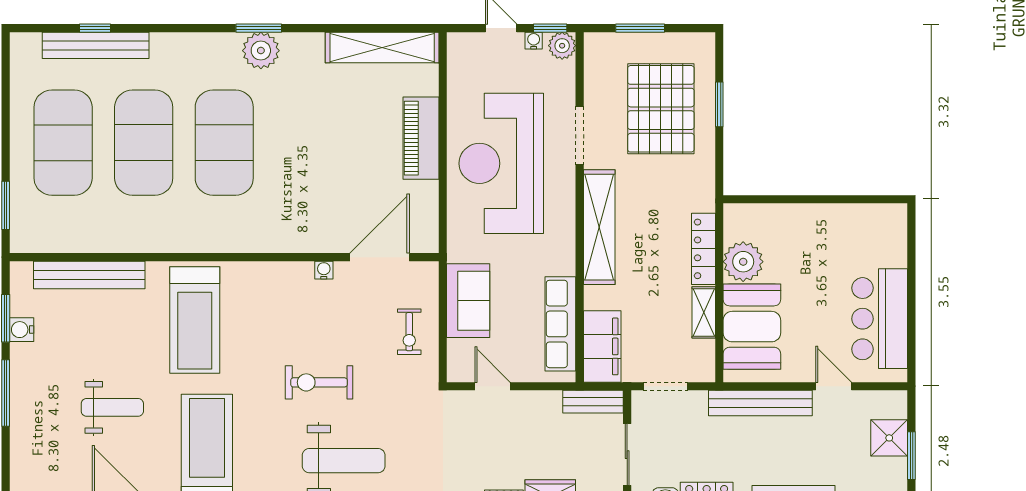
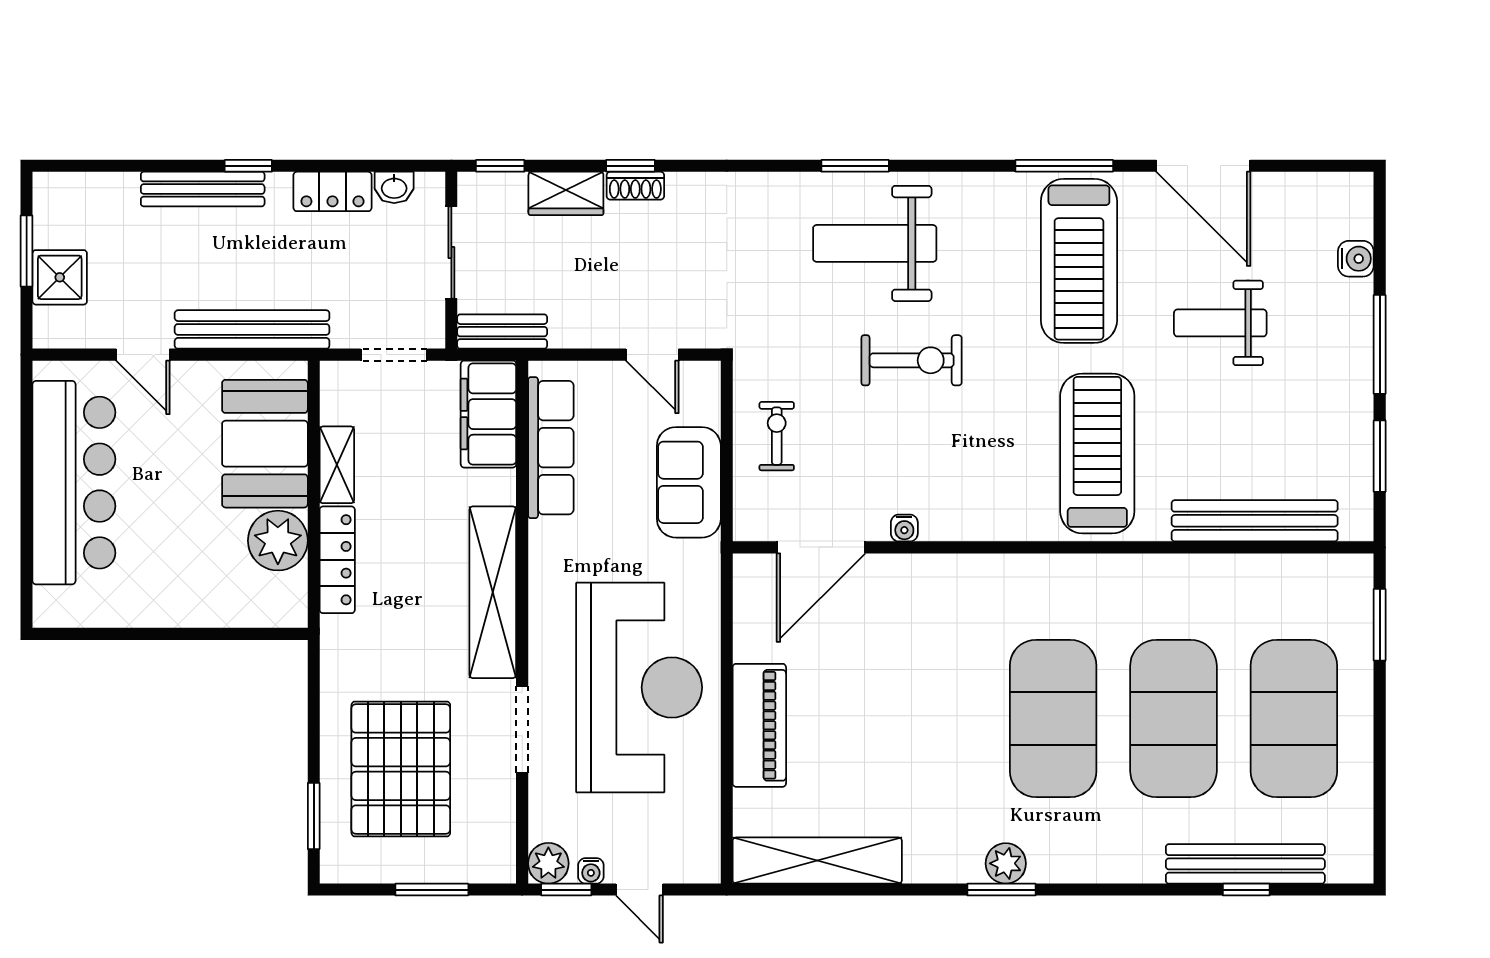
plant: (261, 51) -> (1006, 863), width x0.73, depth x0.73
window: (719, 104) -> (314, 816), moved
bar counter: (880, 319) -> (74, 483), width x1.36
water cooler: (22, 330) -> (1356, 259), moved

